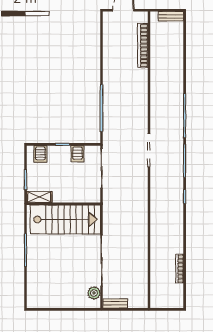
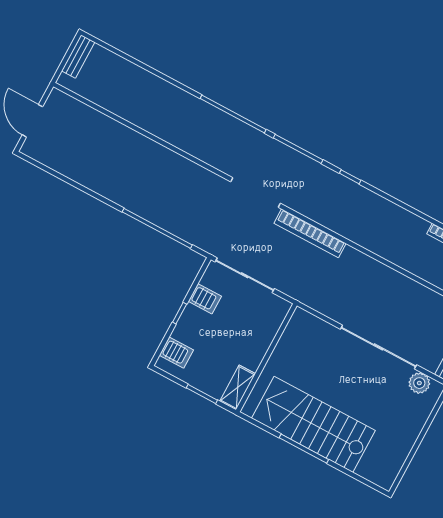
bookcase: (143, 46) -> (310, 233), moved
stairs: (65, 219) -> (313, 424), moved, turned -90

